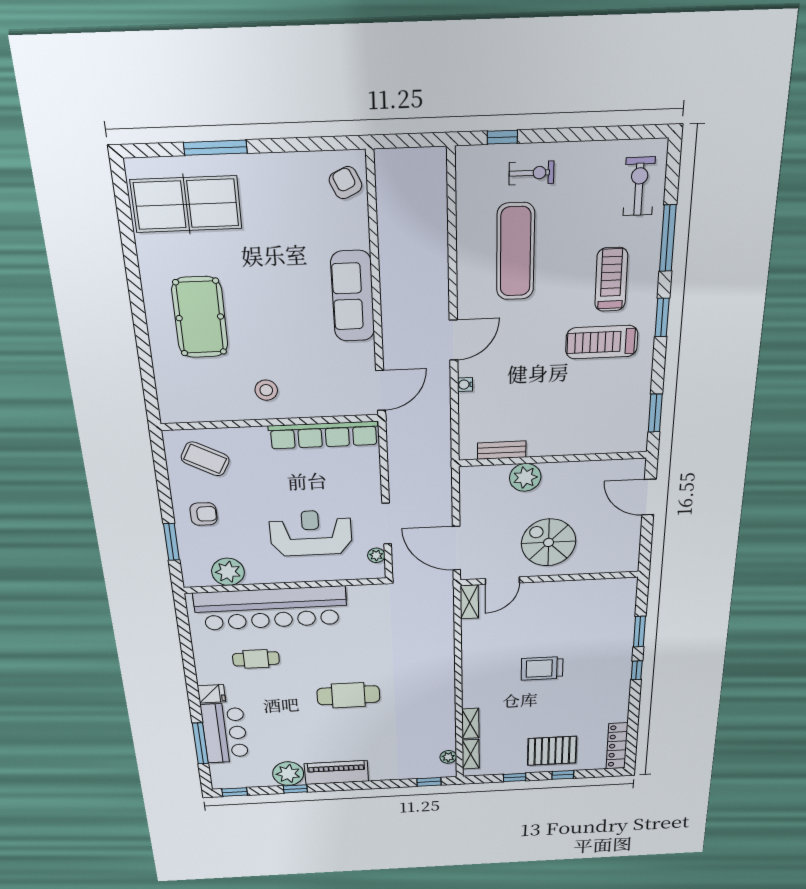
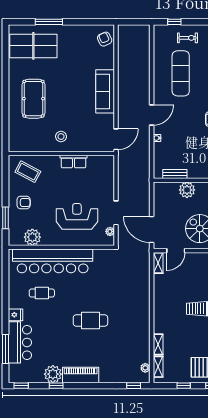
row of seats: (324, 435) -> (73, 162), width x0.50

